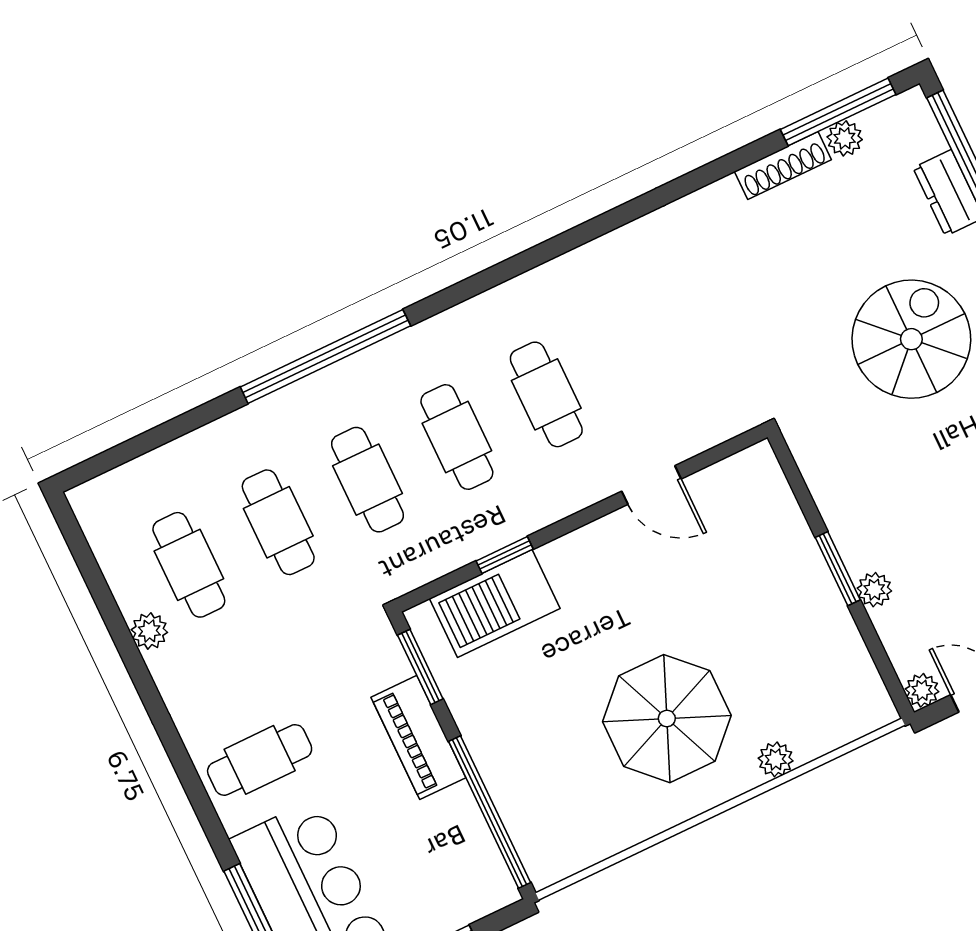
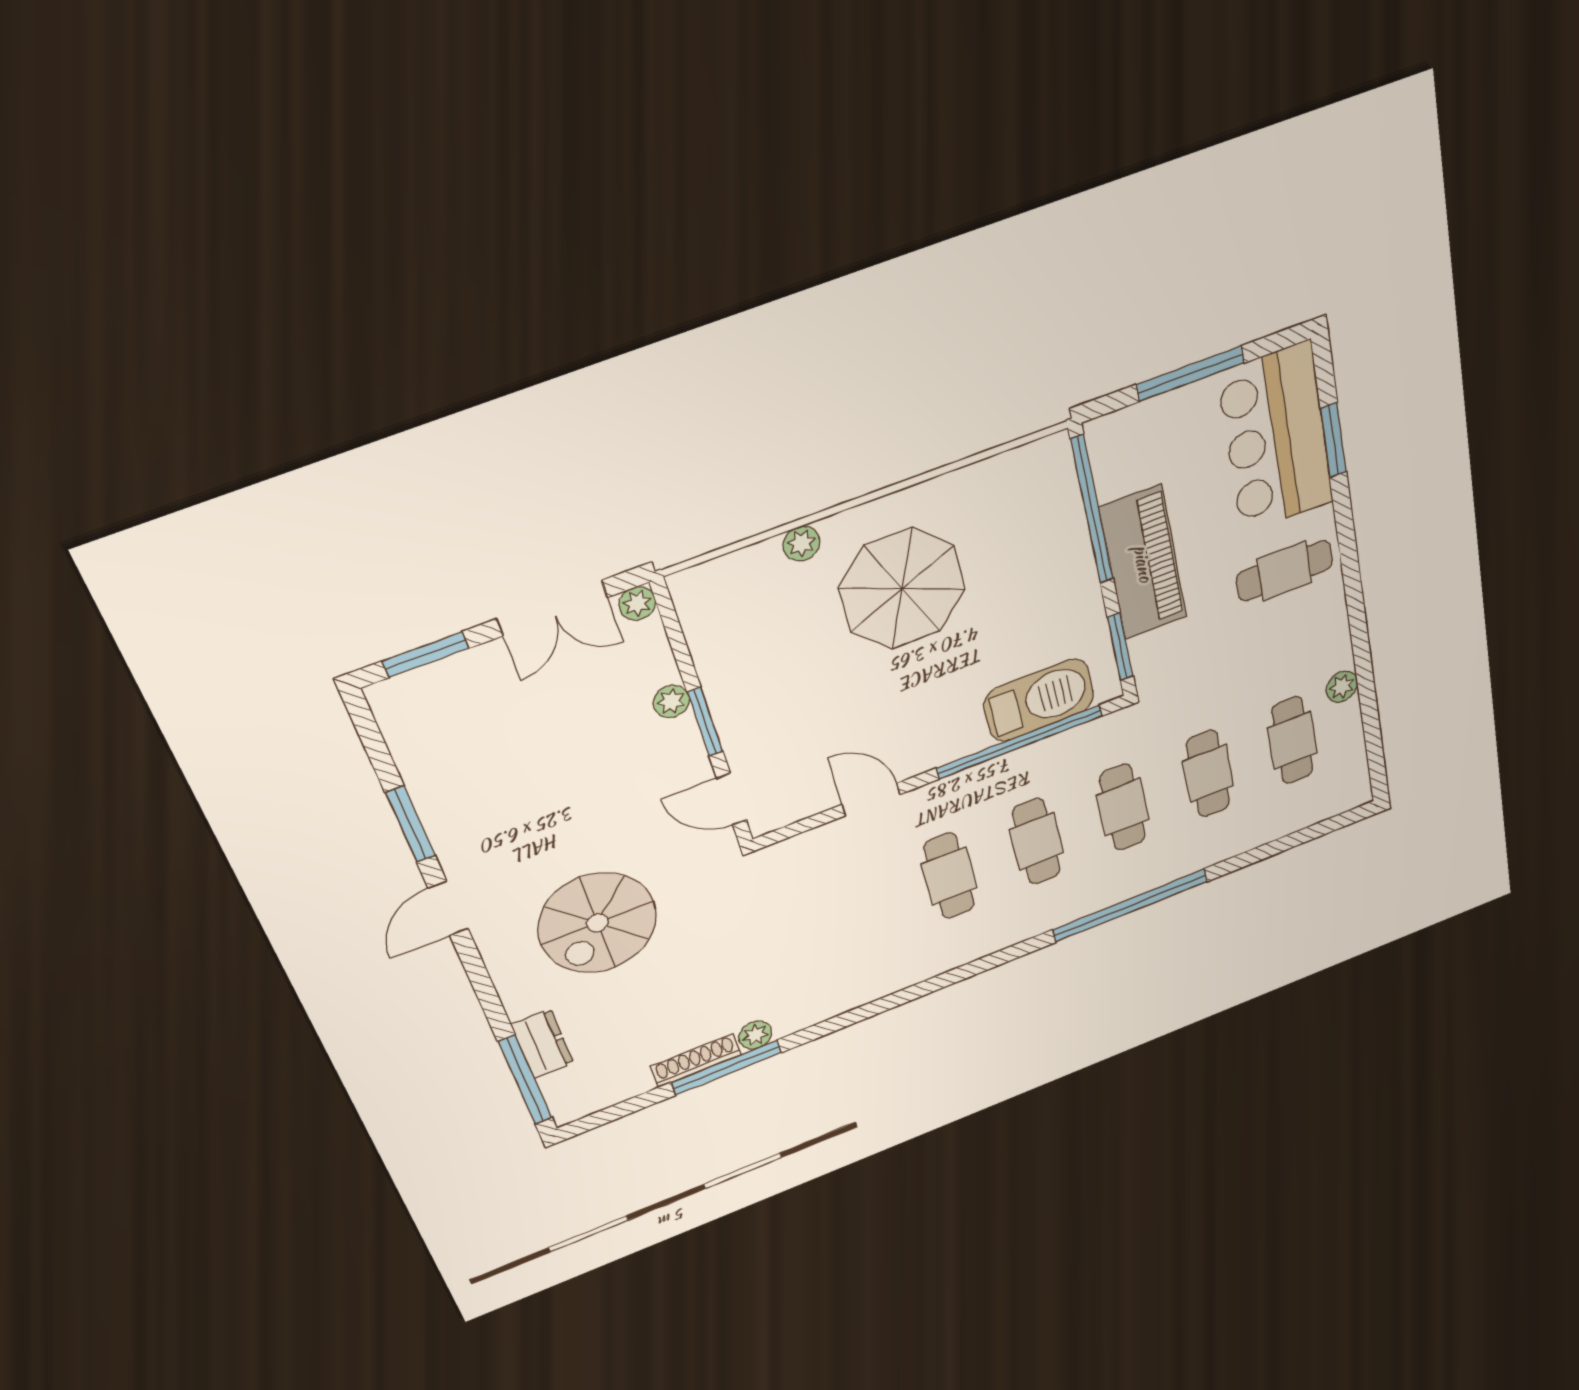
window: (838, 112) -> (726, 1067), moved
plant: (845, 138) -> (755, 1035), moved
door: (797, 483) -> (731, 799), added
window: (505, 555) -> (1019, 742), width x3.17
piano: (418, 737) -> (1143, 563), width x1.37, depth x1.33

